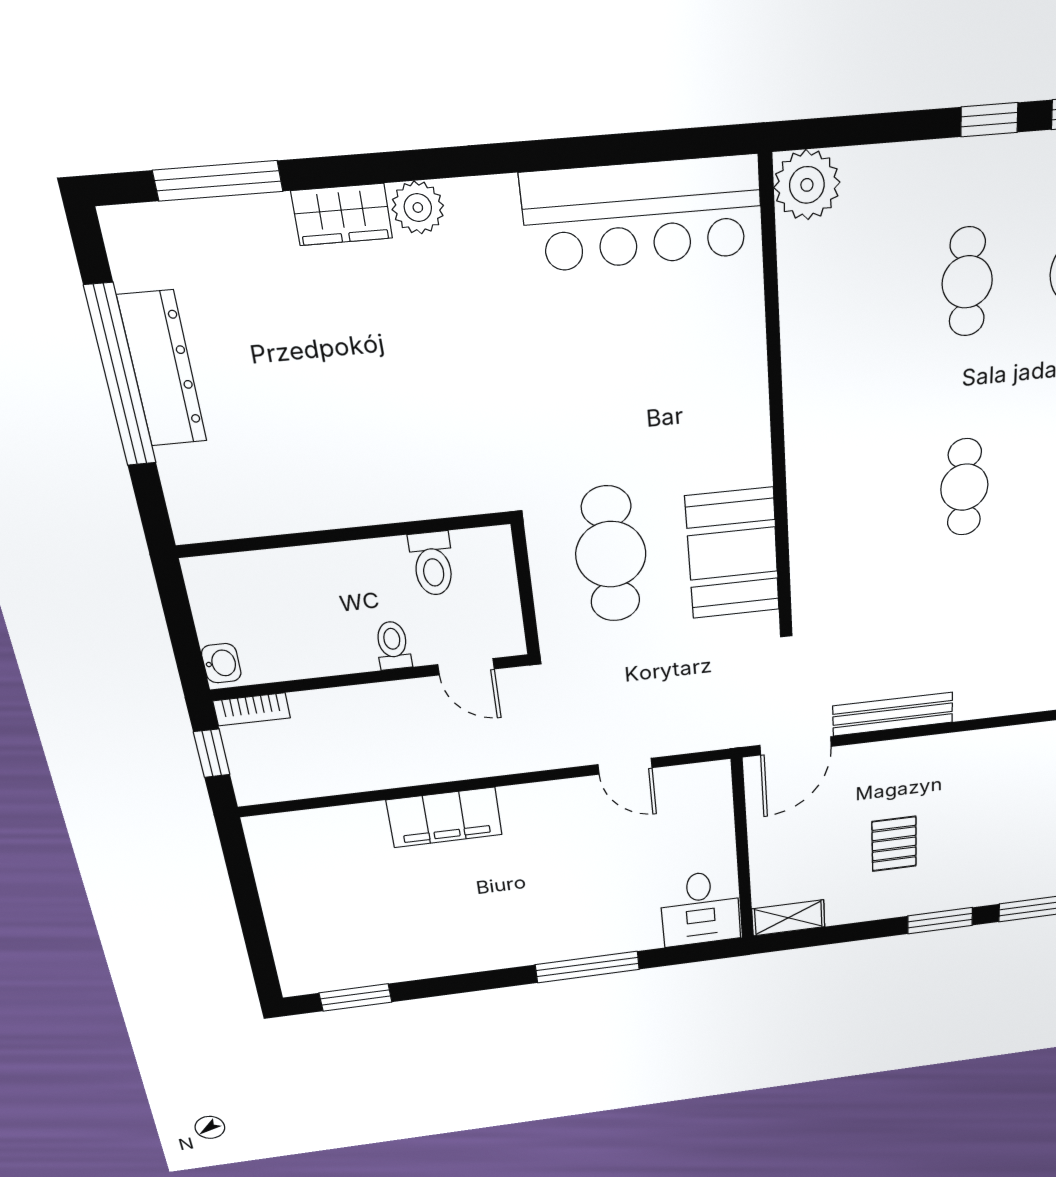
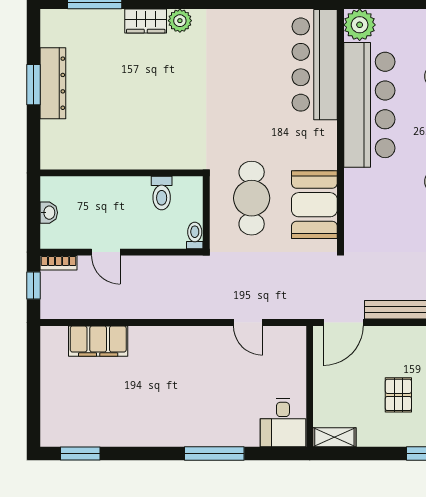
bar counter: (643, 214) -> (315, 65), moved, turned 90
bar counter: (832, 353) -> (369, 105), added
window: (121, 376) -> (34, 85), width x0.47
toilet: (393, 645) -> (195, 235), moved
washbasin: (221, 663) -> (49, 213), moved
door: (466, 667) -> (106, 252), moved
filing cabinet: (444, 817) -> (98, 341), moved

